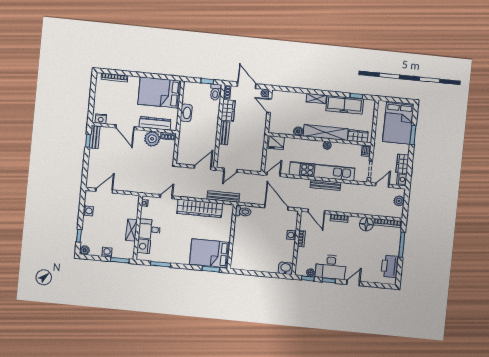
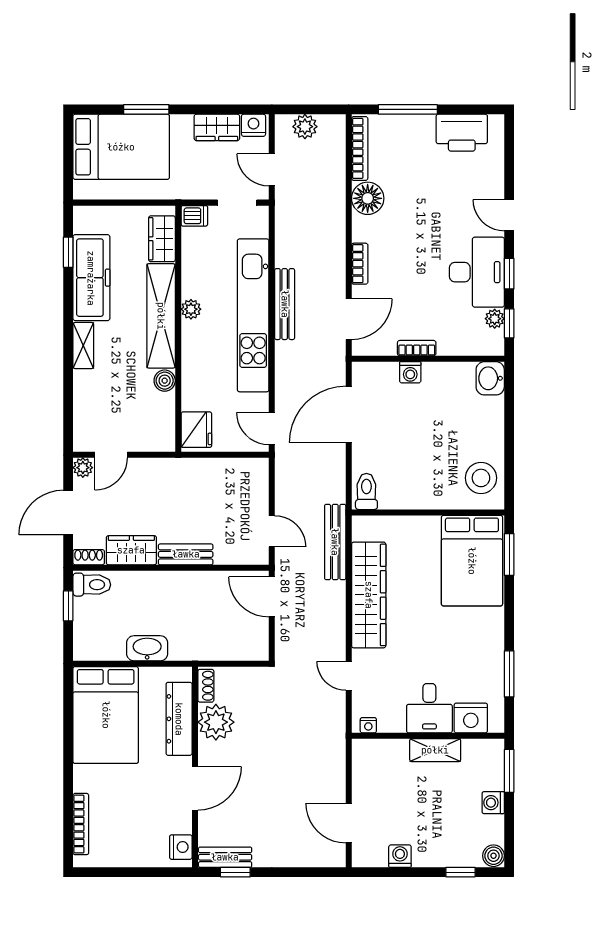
stool: (244, 260) -> (481, 478), added

